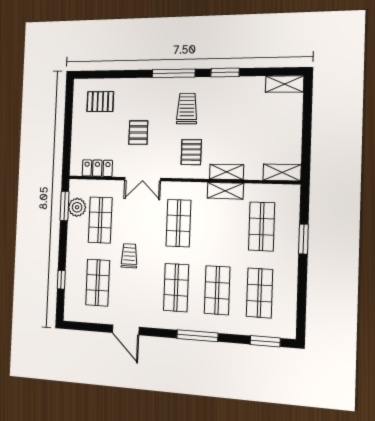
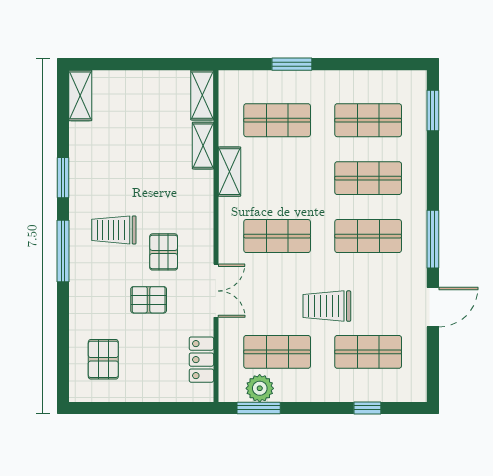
pallet: (191, 152) -> (164, 252), moved, turned 90
shelving: (227, 172) -> (203, 146), moved
trolley: (129, 256) -> (327, 306), width x1.36, depth x1.39
window: (197, 336) -> (433, 239), moved

